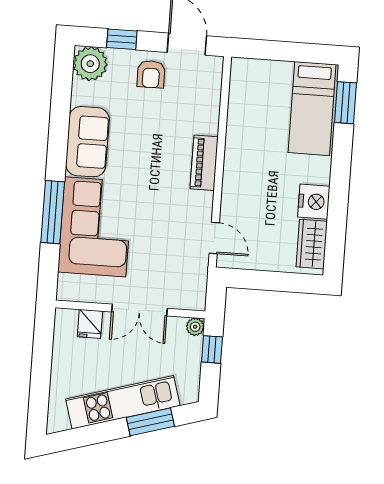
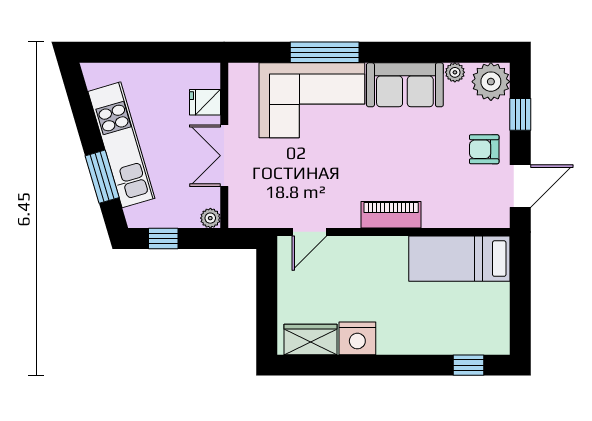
plant: (79, 96) -> (455, 72), added
window: (345, 103) -> (469, 365), width x0.67
bed: (312, 109) -> (459, 259), moved
window: (212, 349) -> (163, 238), moved

